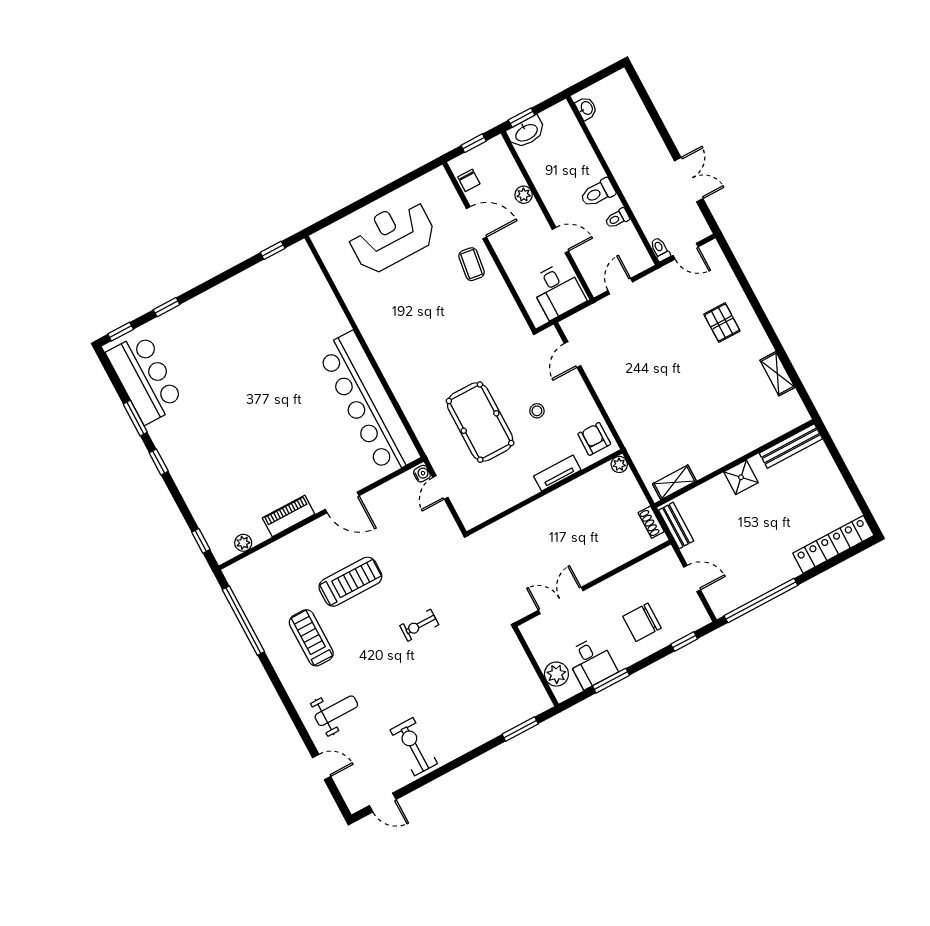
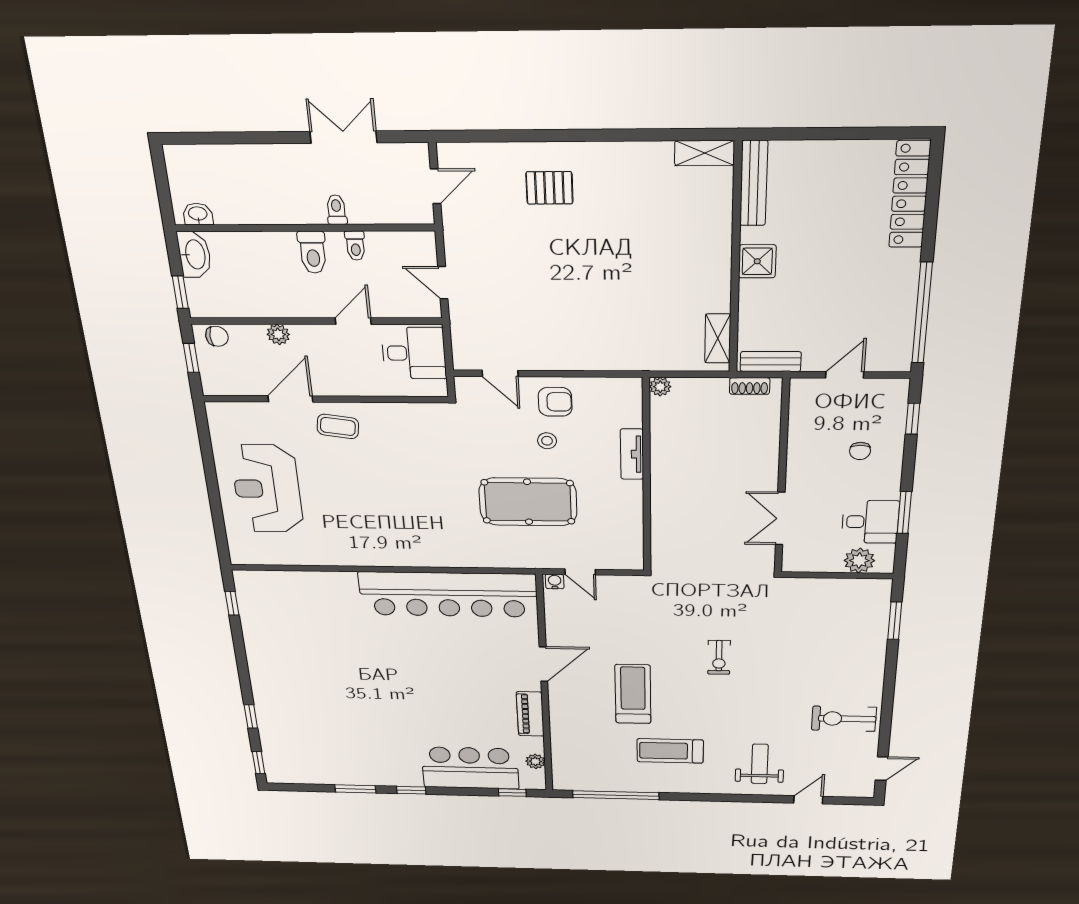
washbasin: (526, 132) -> (194, 255), moved
chair: (469, 180) -> (217, 336), moved
toilet: (660, 249) -> (336, 210), moved, turned 90
shelving: (777, 374) -> (705, 153), moved
bar counter: (145, 378) -> (470, 768), moved
armchair: (594, 439) -> (555, 402), moved, turned 180
chair: (642, 622) -> (860, 451), width x0.54, depth x0.54

